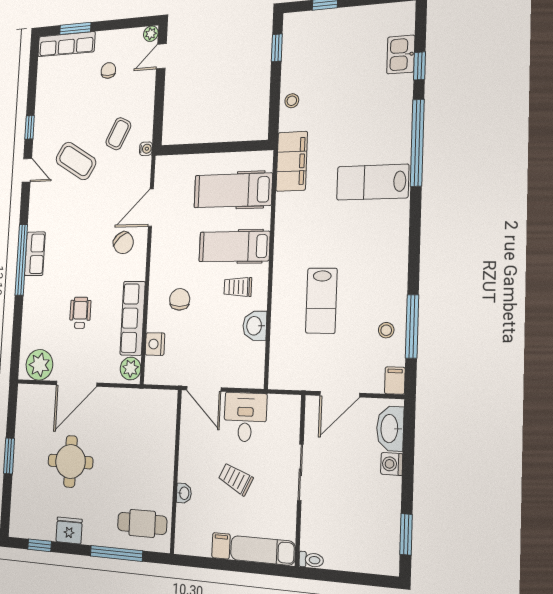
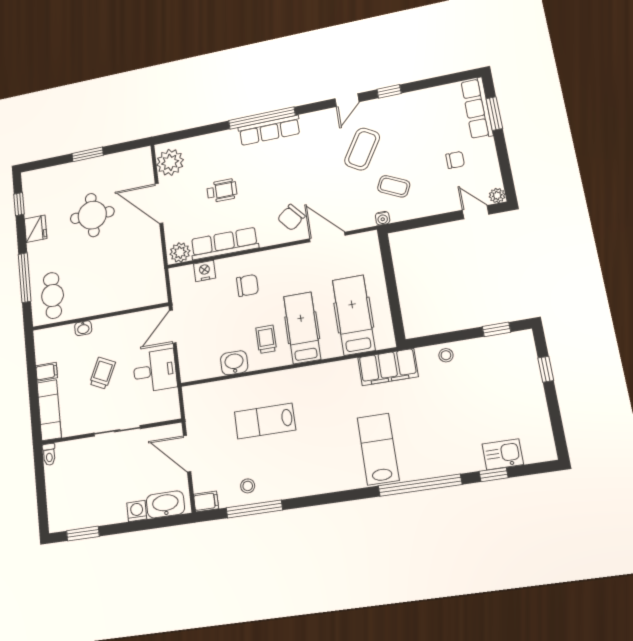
row of seats: (35, 254) -> (269, 130), width x1.48

